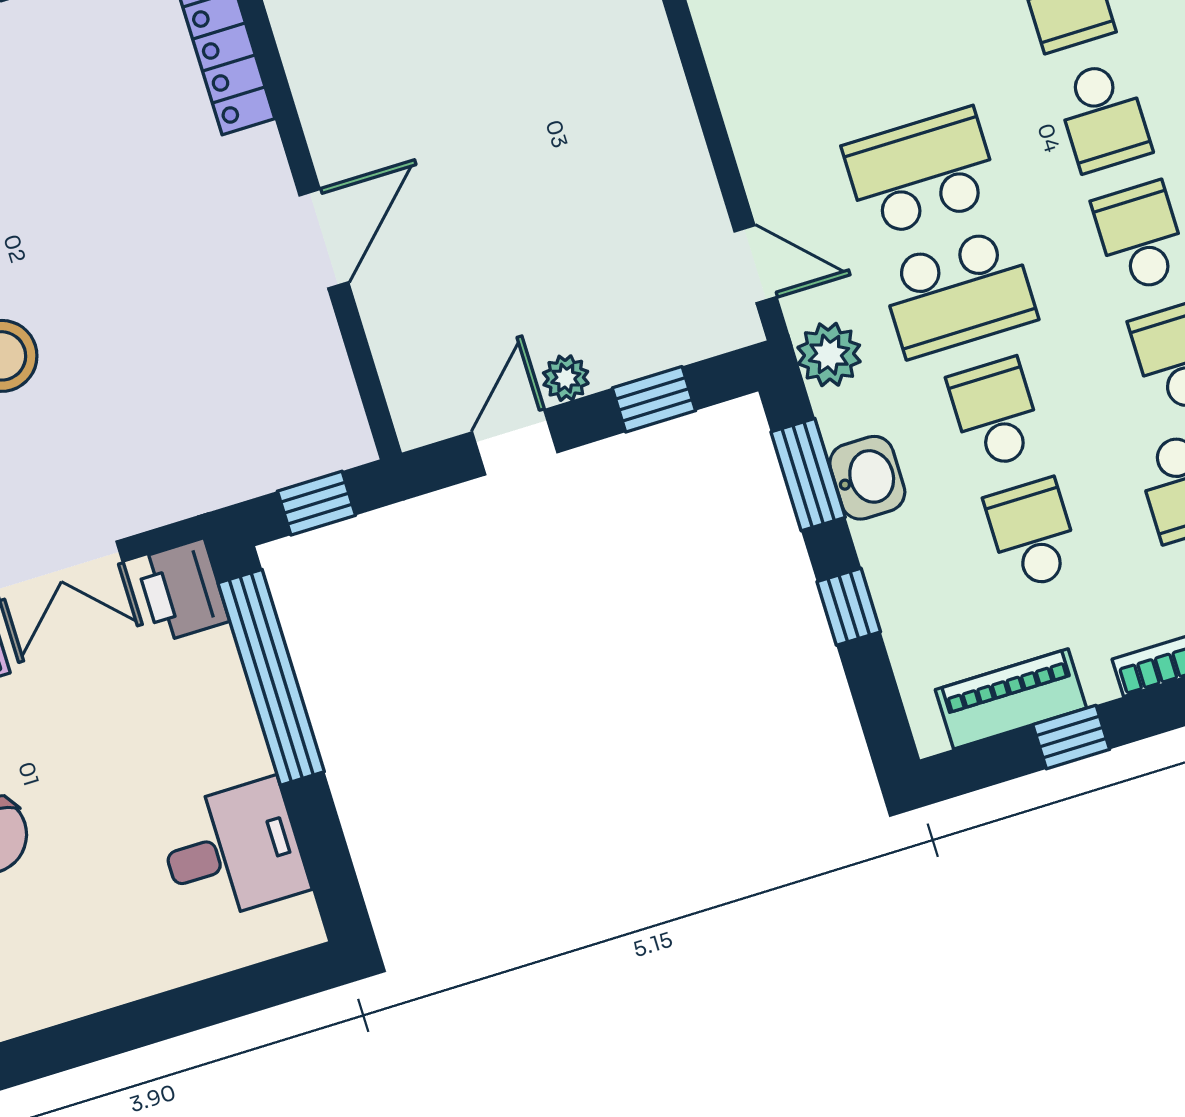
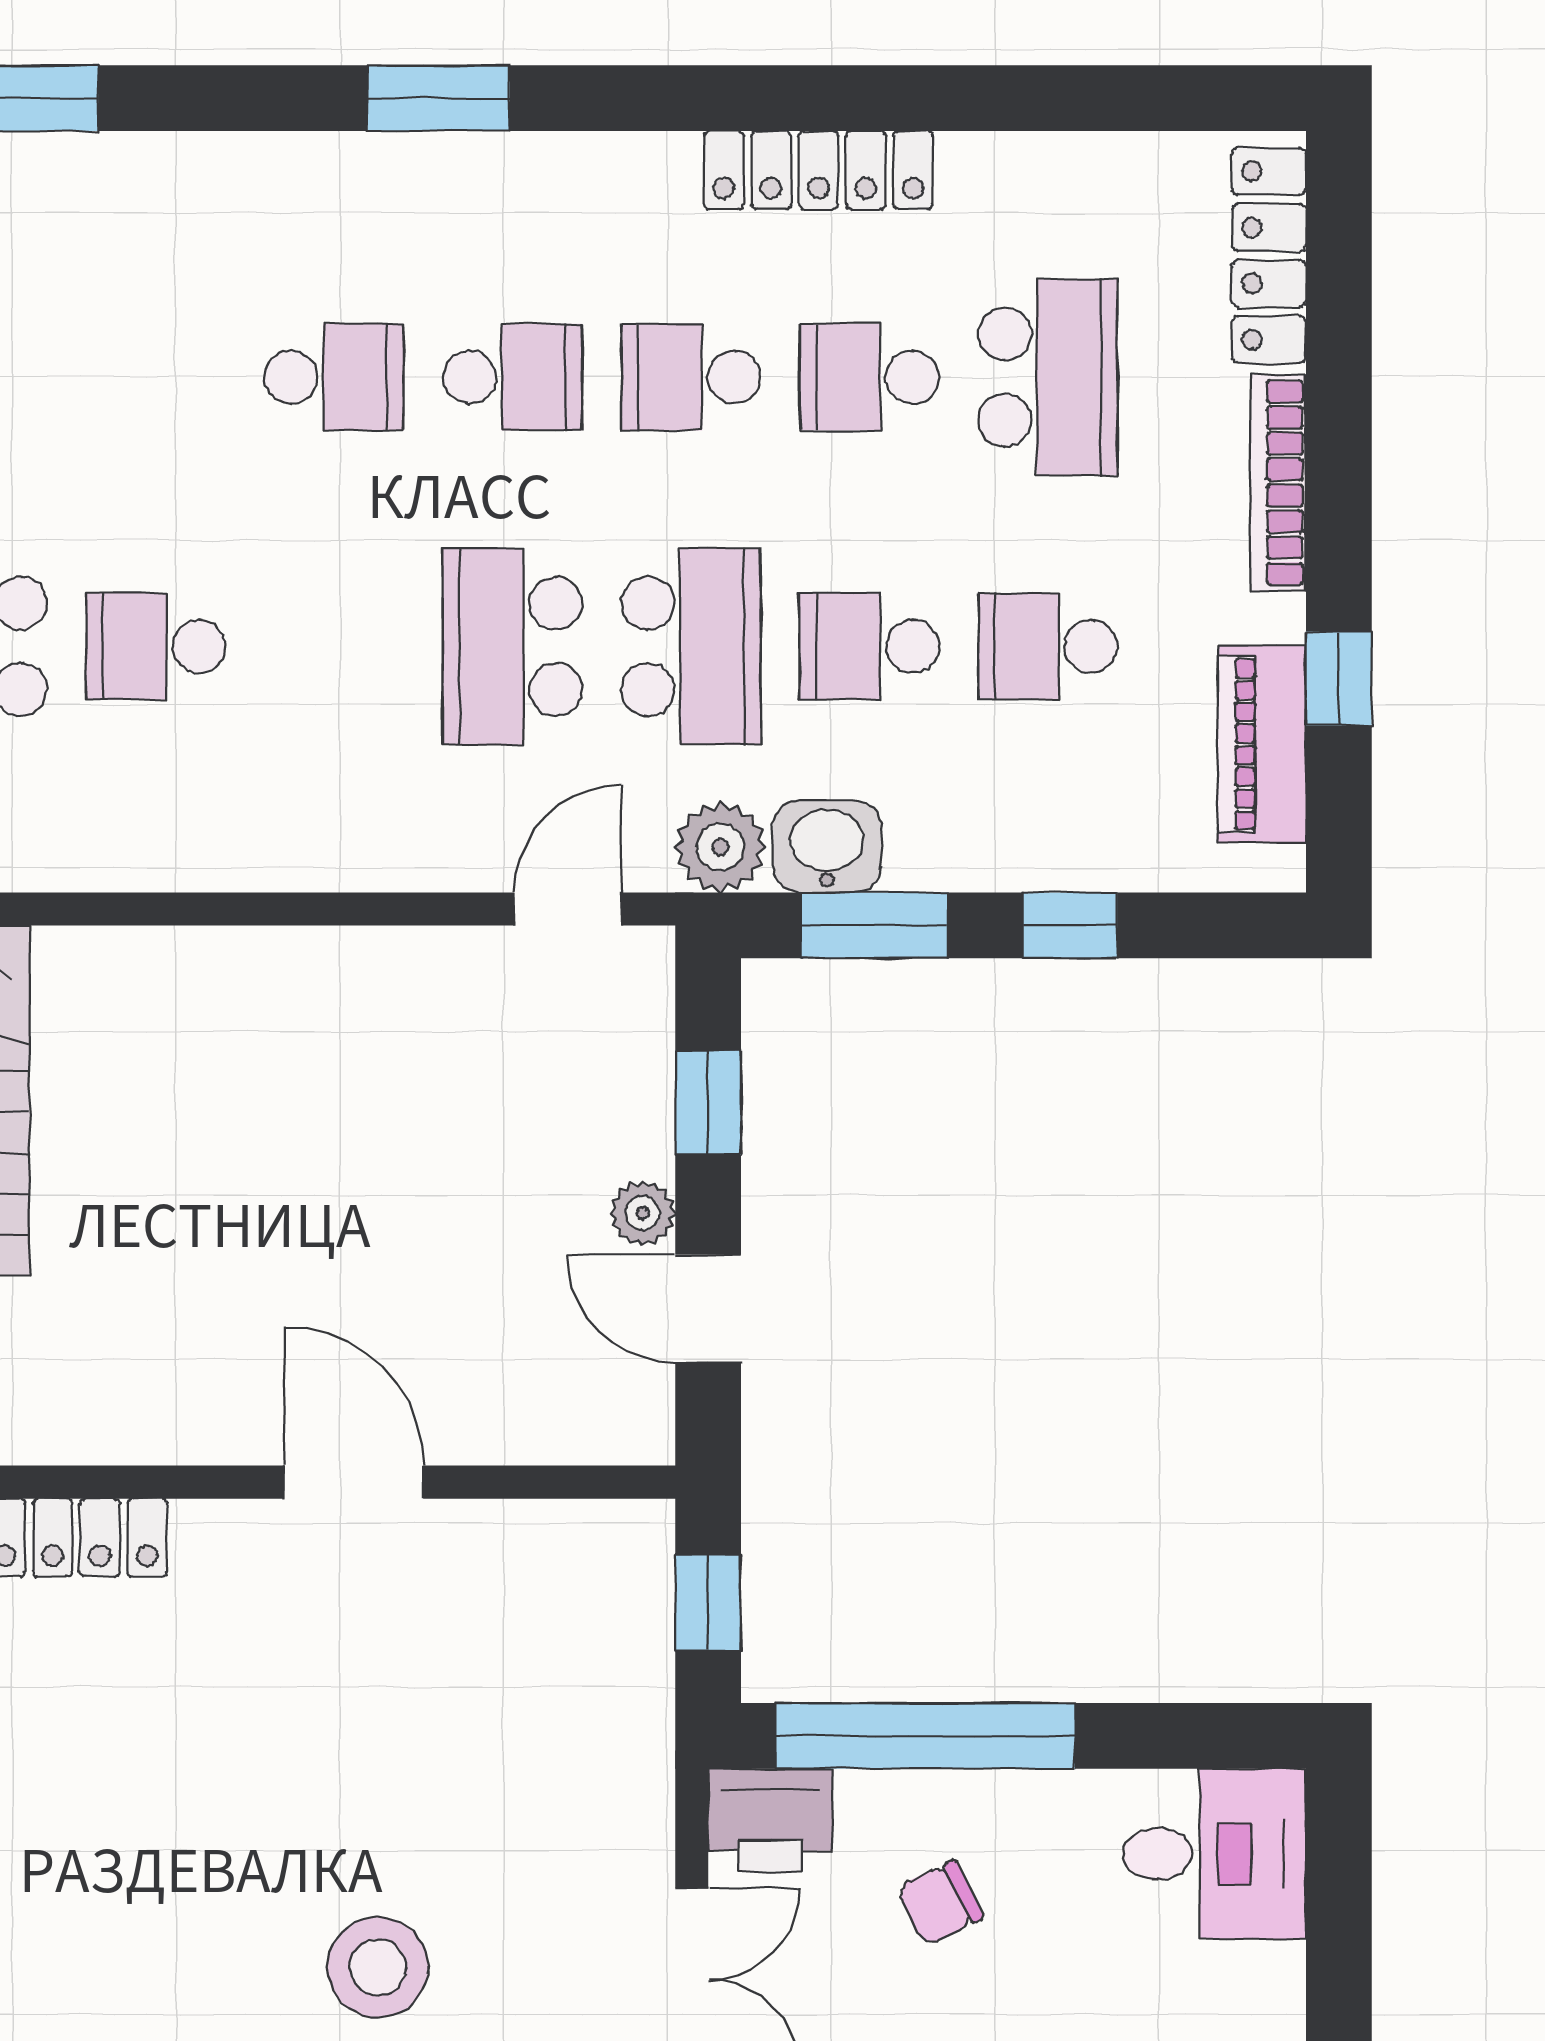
washbasin: (867, 478) -> (827, 847), moved
chair: (162, 722) -> (940, 1903), added
desk: (233, 851) -> (1214, 1854), moved, turned 90

